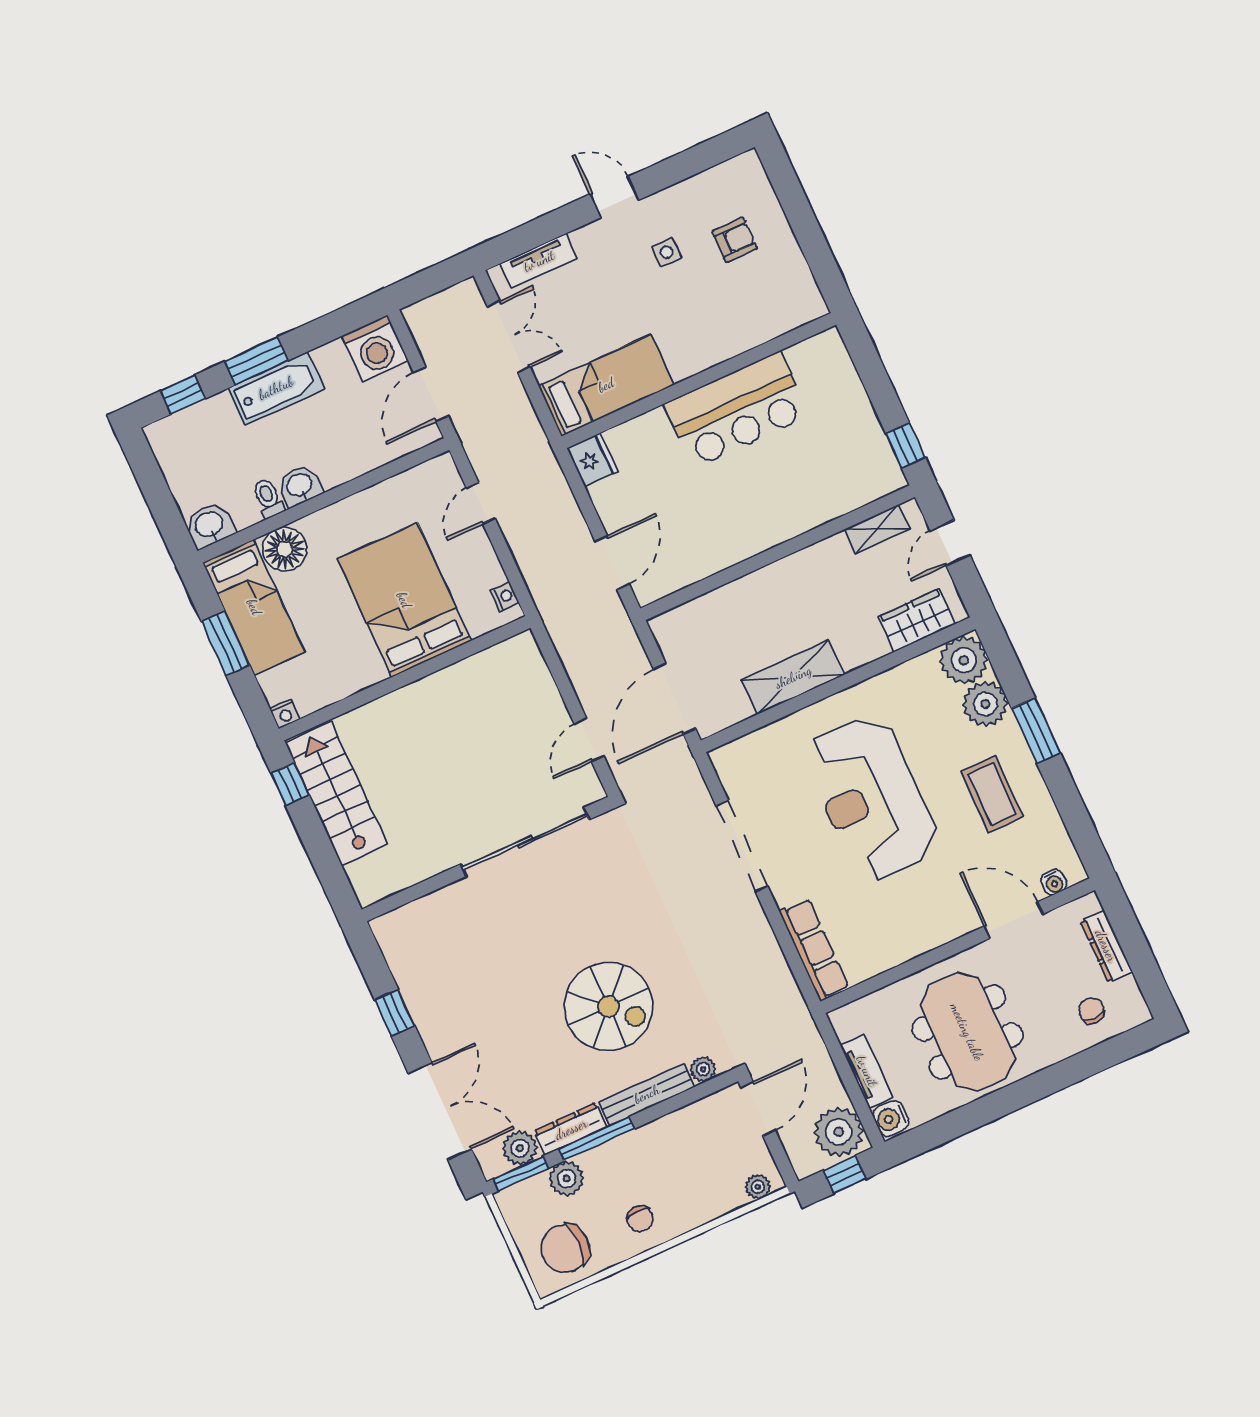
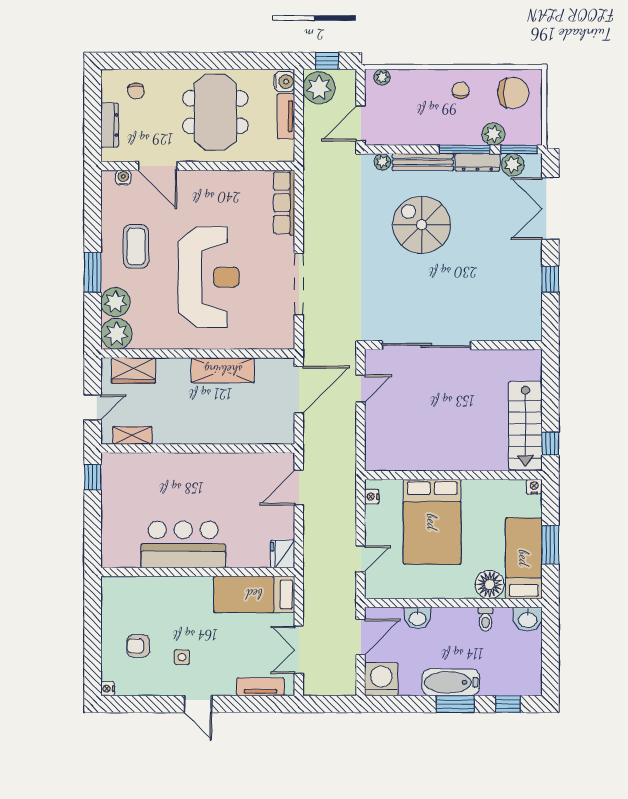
nightstand: (750, 161) -> (108, 689), added
washbasin: (300, 486) -> (418, 618), moved

